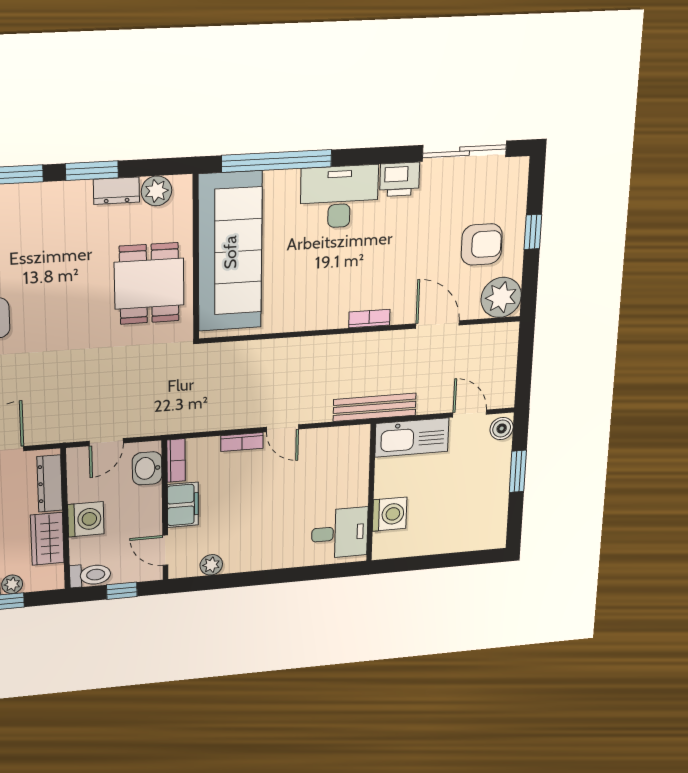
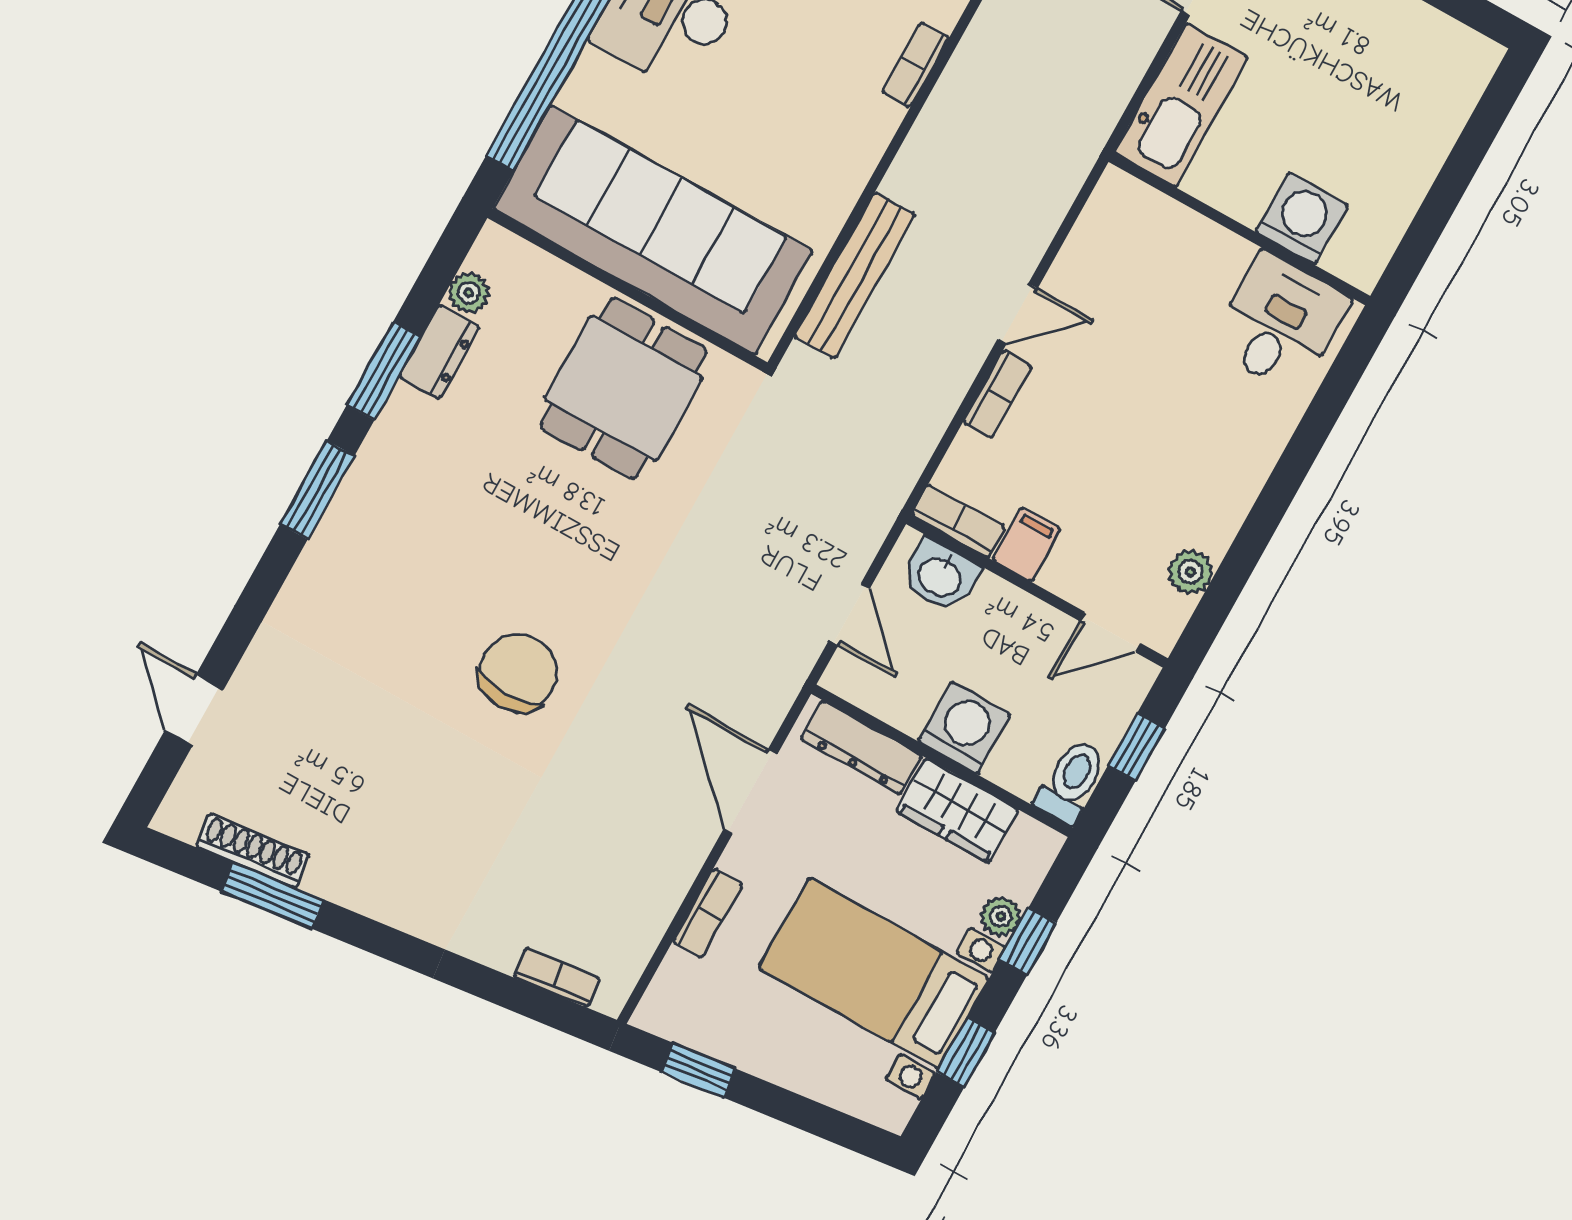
plant: (157, 191) -> (469, 293), width x0.73, depth x0.73
dining table: (149, 284) -> (623, 389), turned 90
bench: (375, 407) -> (855, 275), moved
filing cabinet: (183, 505) -> (1026, 544), width x0.50

